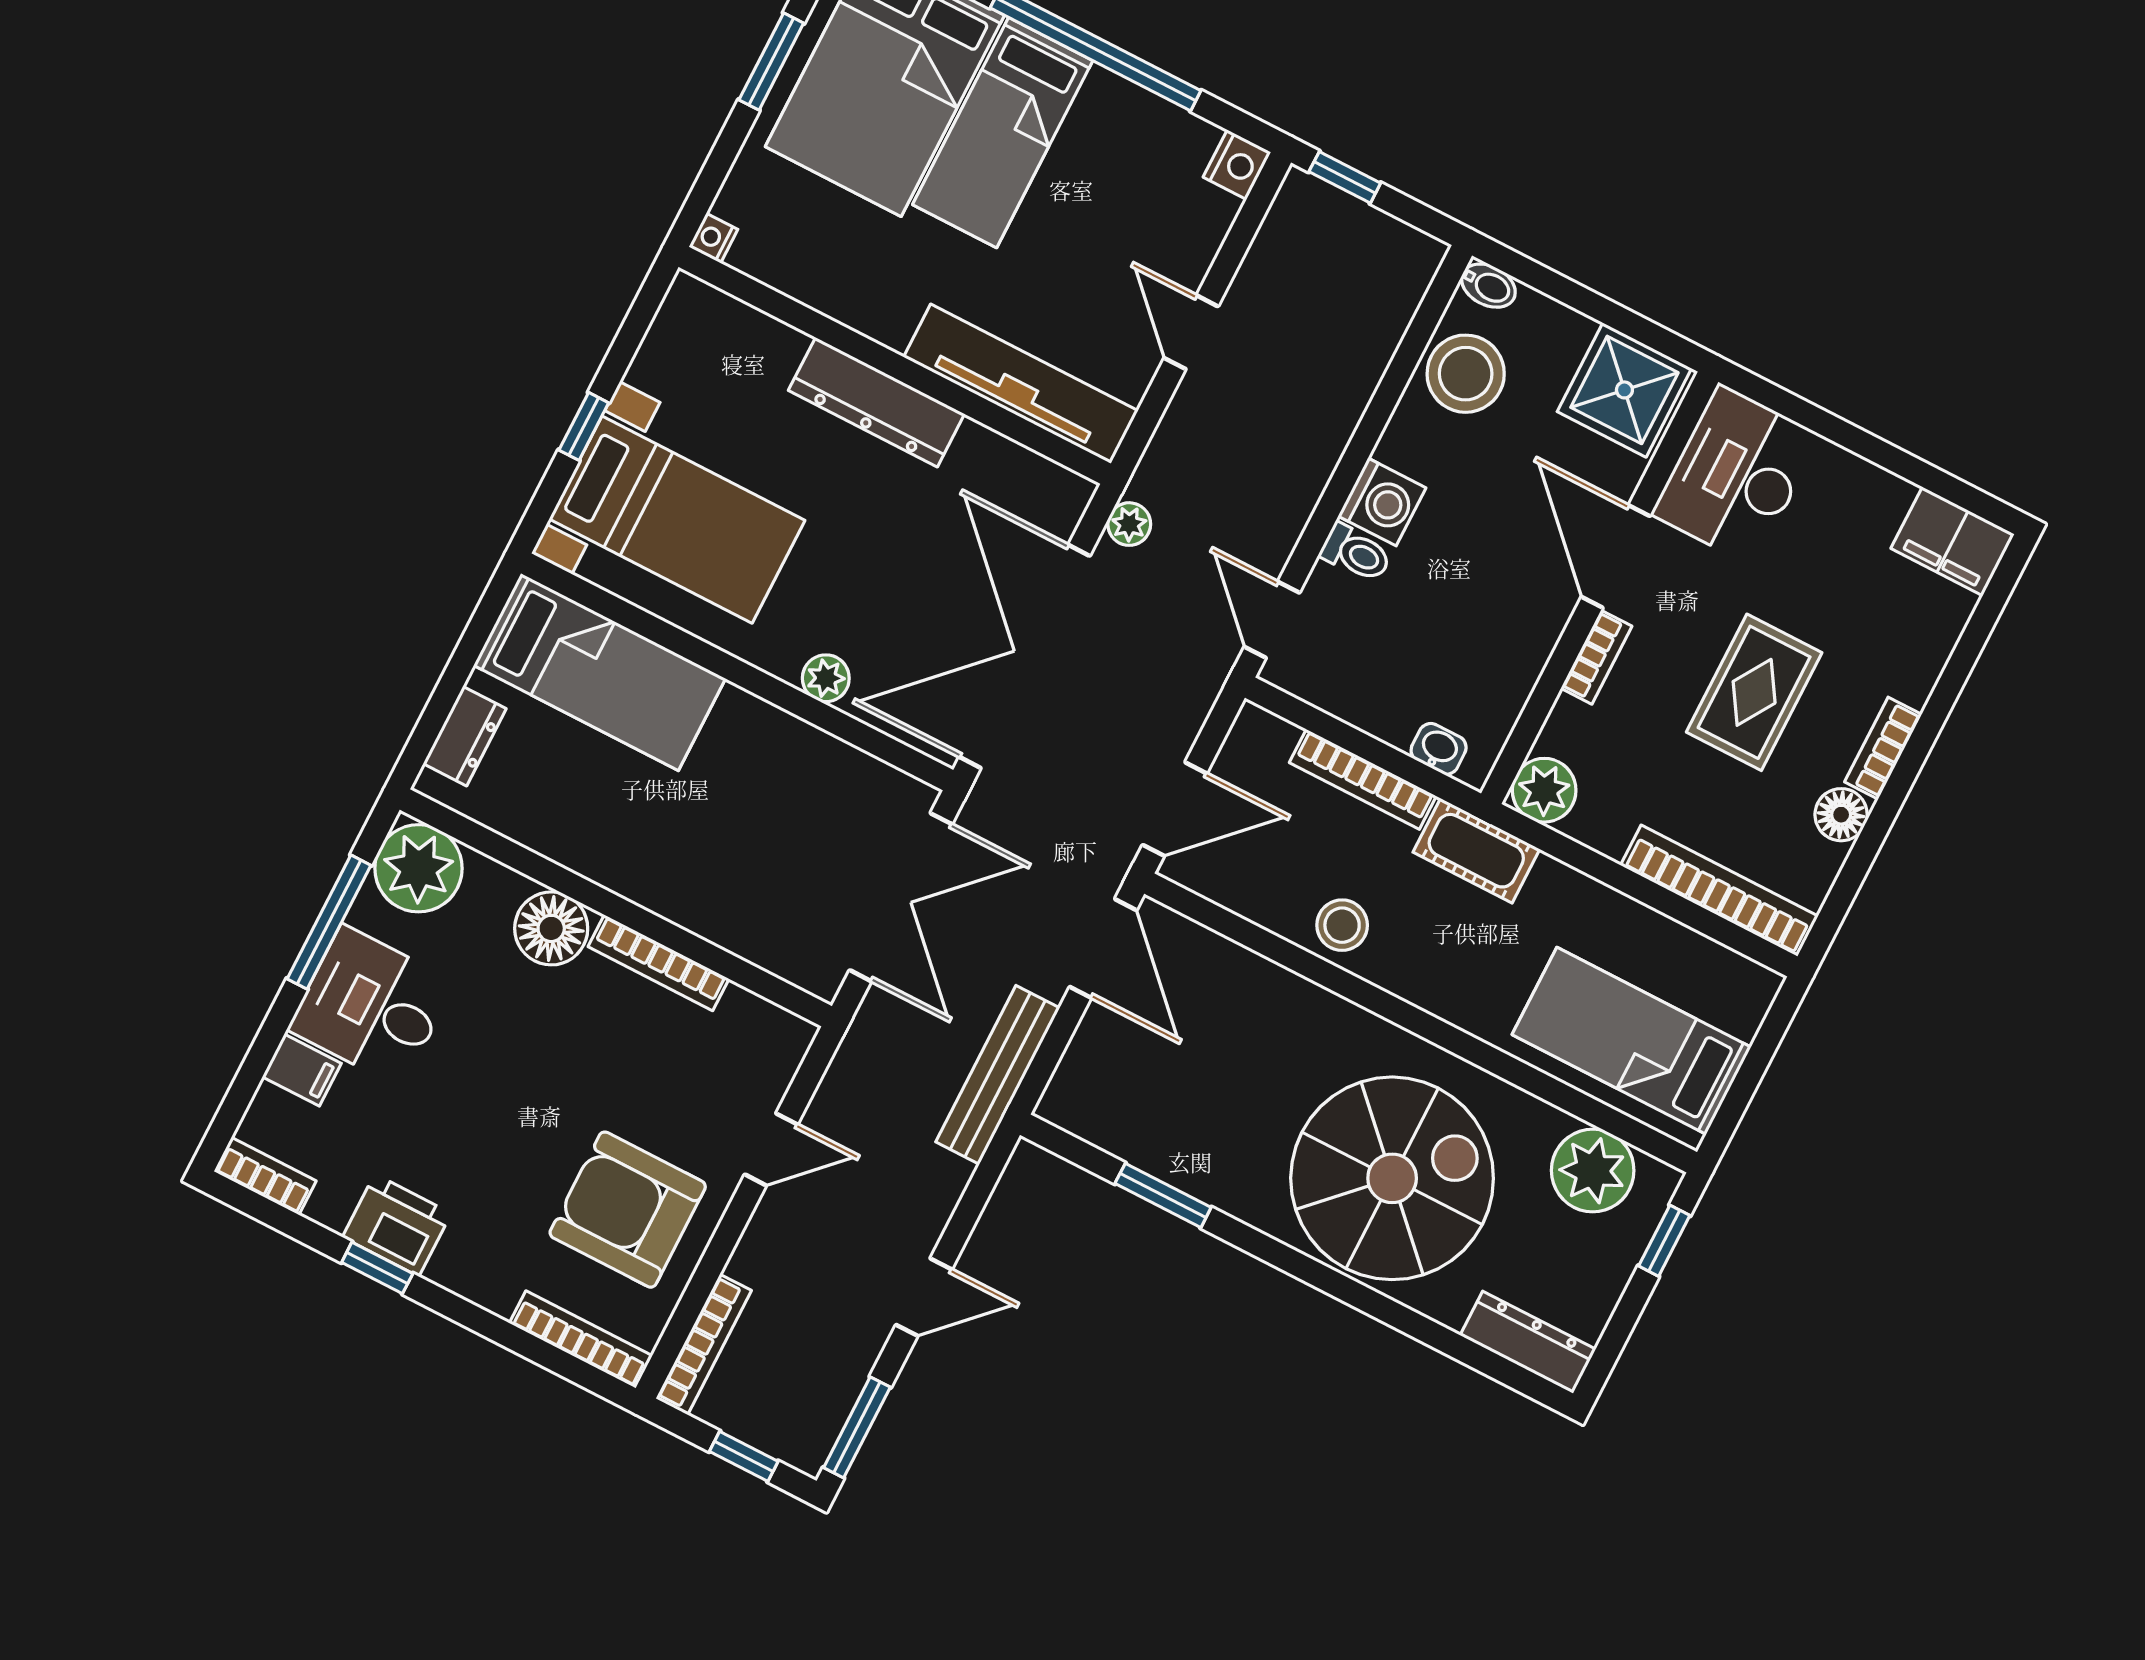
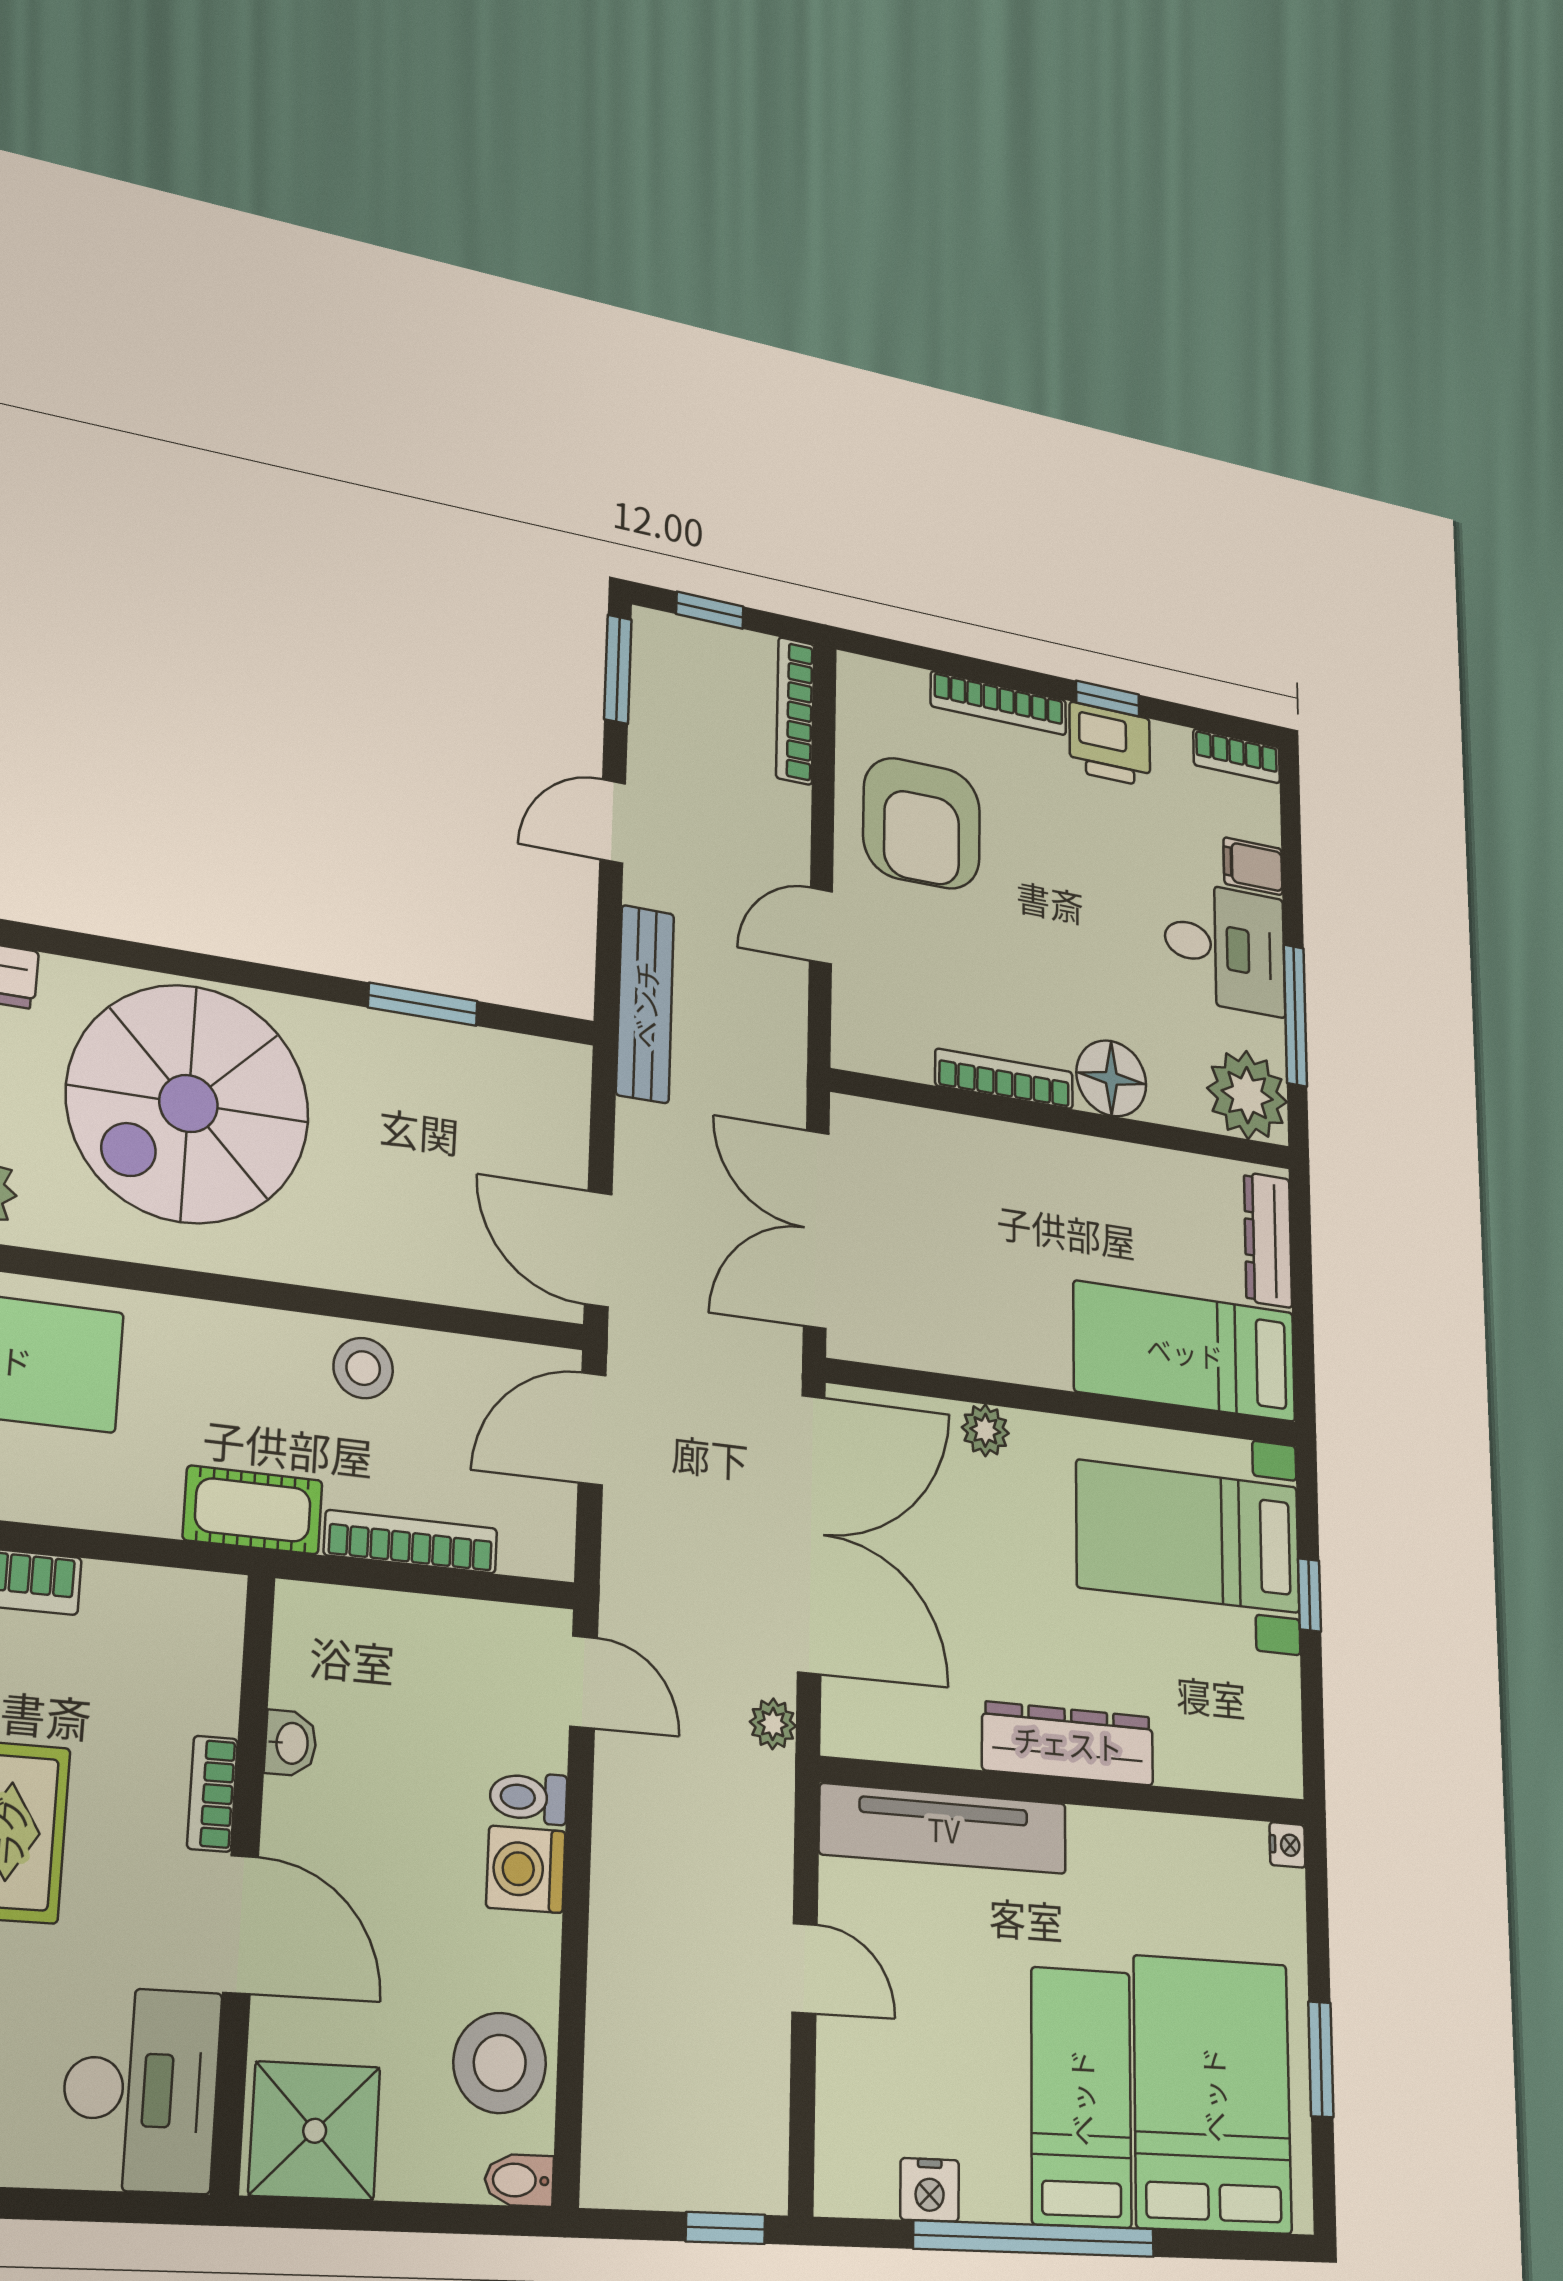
nightstand: (1237, 165) -> (930, 2190), moved, turned -90
dresser: (465, 736) -> (1268, 1240), width x1.44
washbasin: (1439, 749) -> (291, 1743), moved, turned -90
plant: (1544, 790) -> (206, 1611), removed
bench: (998, 1075) -> (645, 1004), moved
armchair: (628, 1210) -> (922, 823), turned 90
bookcase: (581, 1339) -> (999, 703), moved

